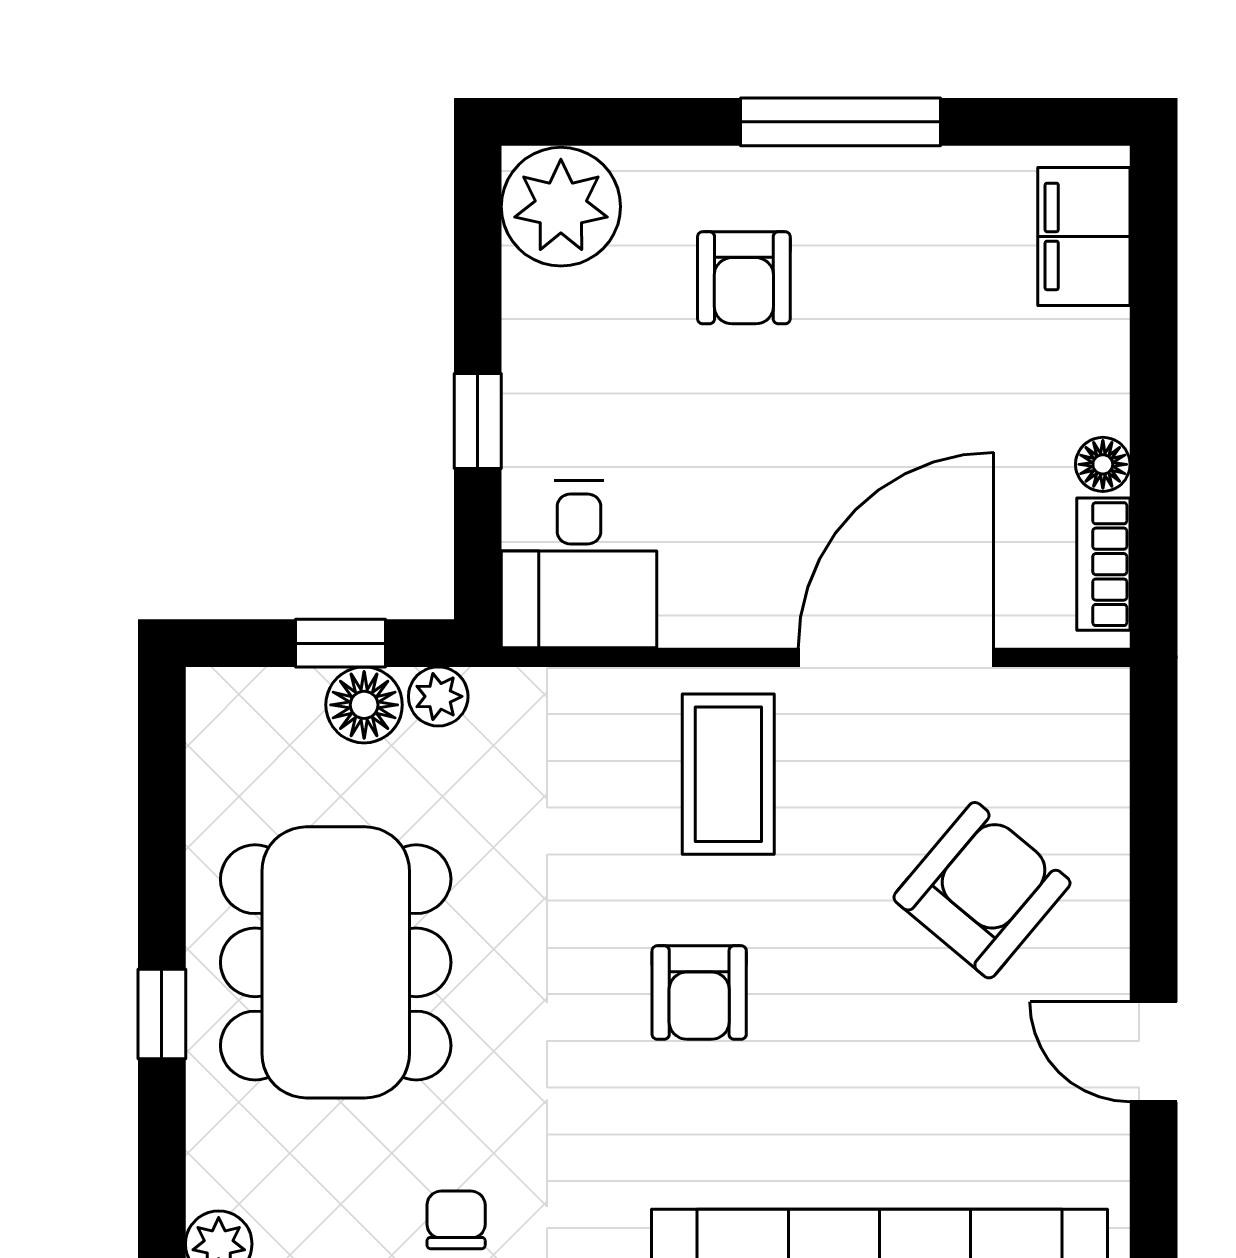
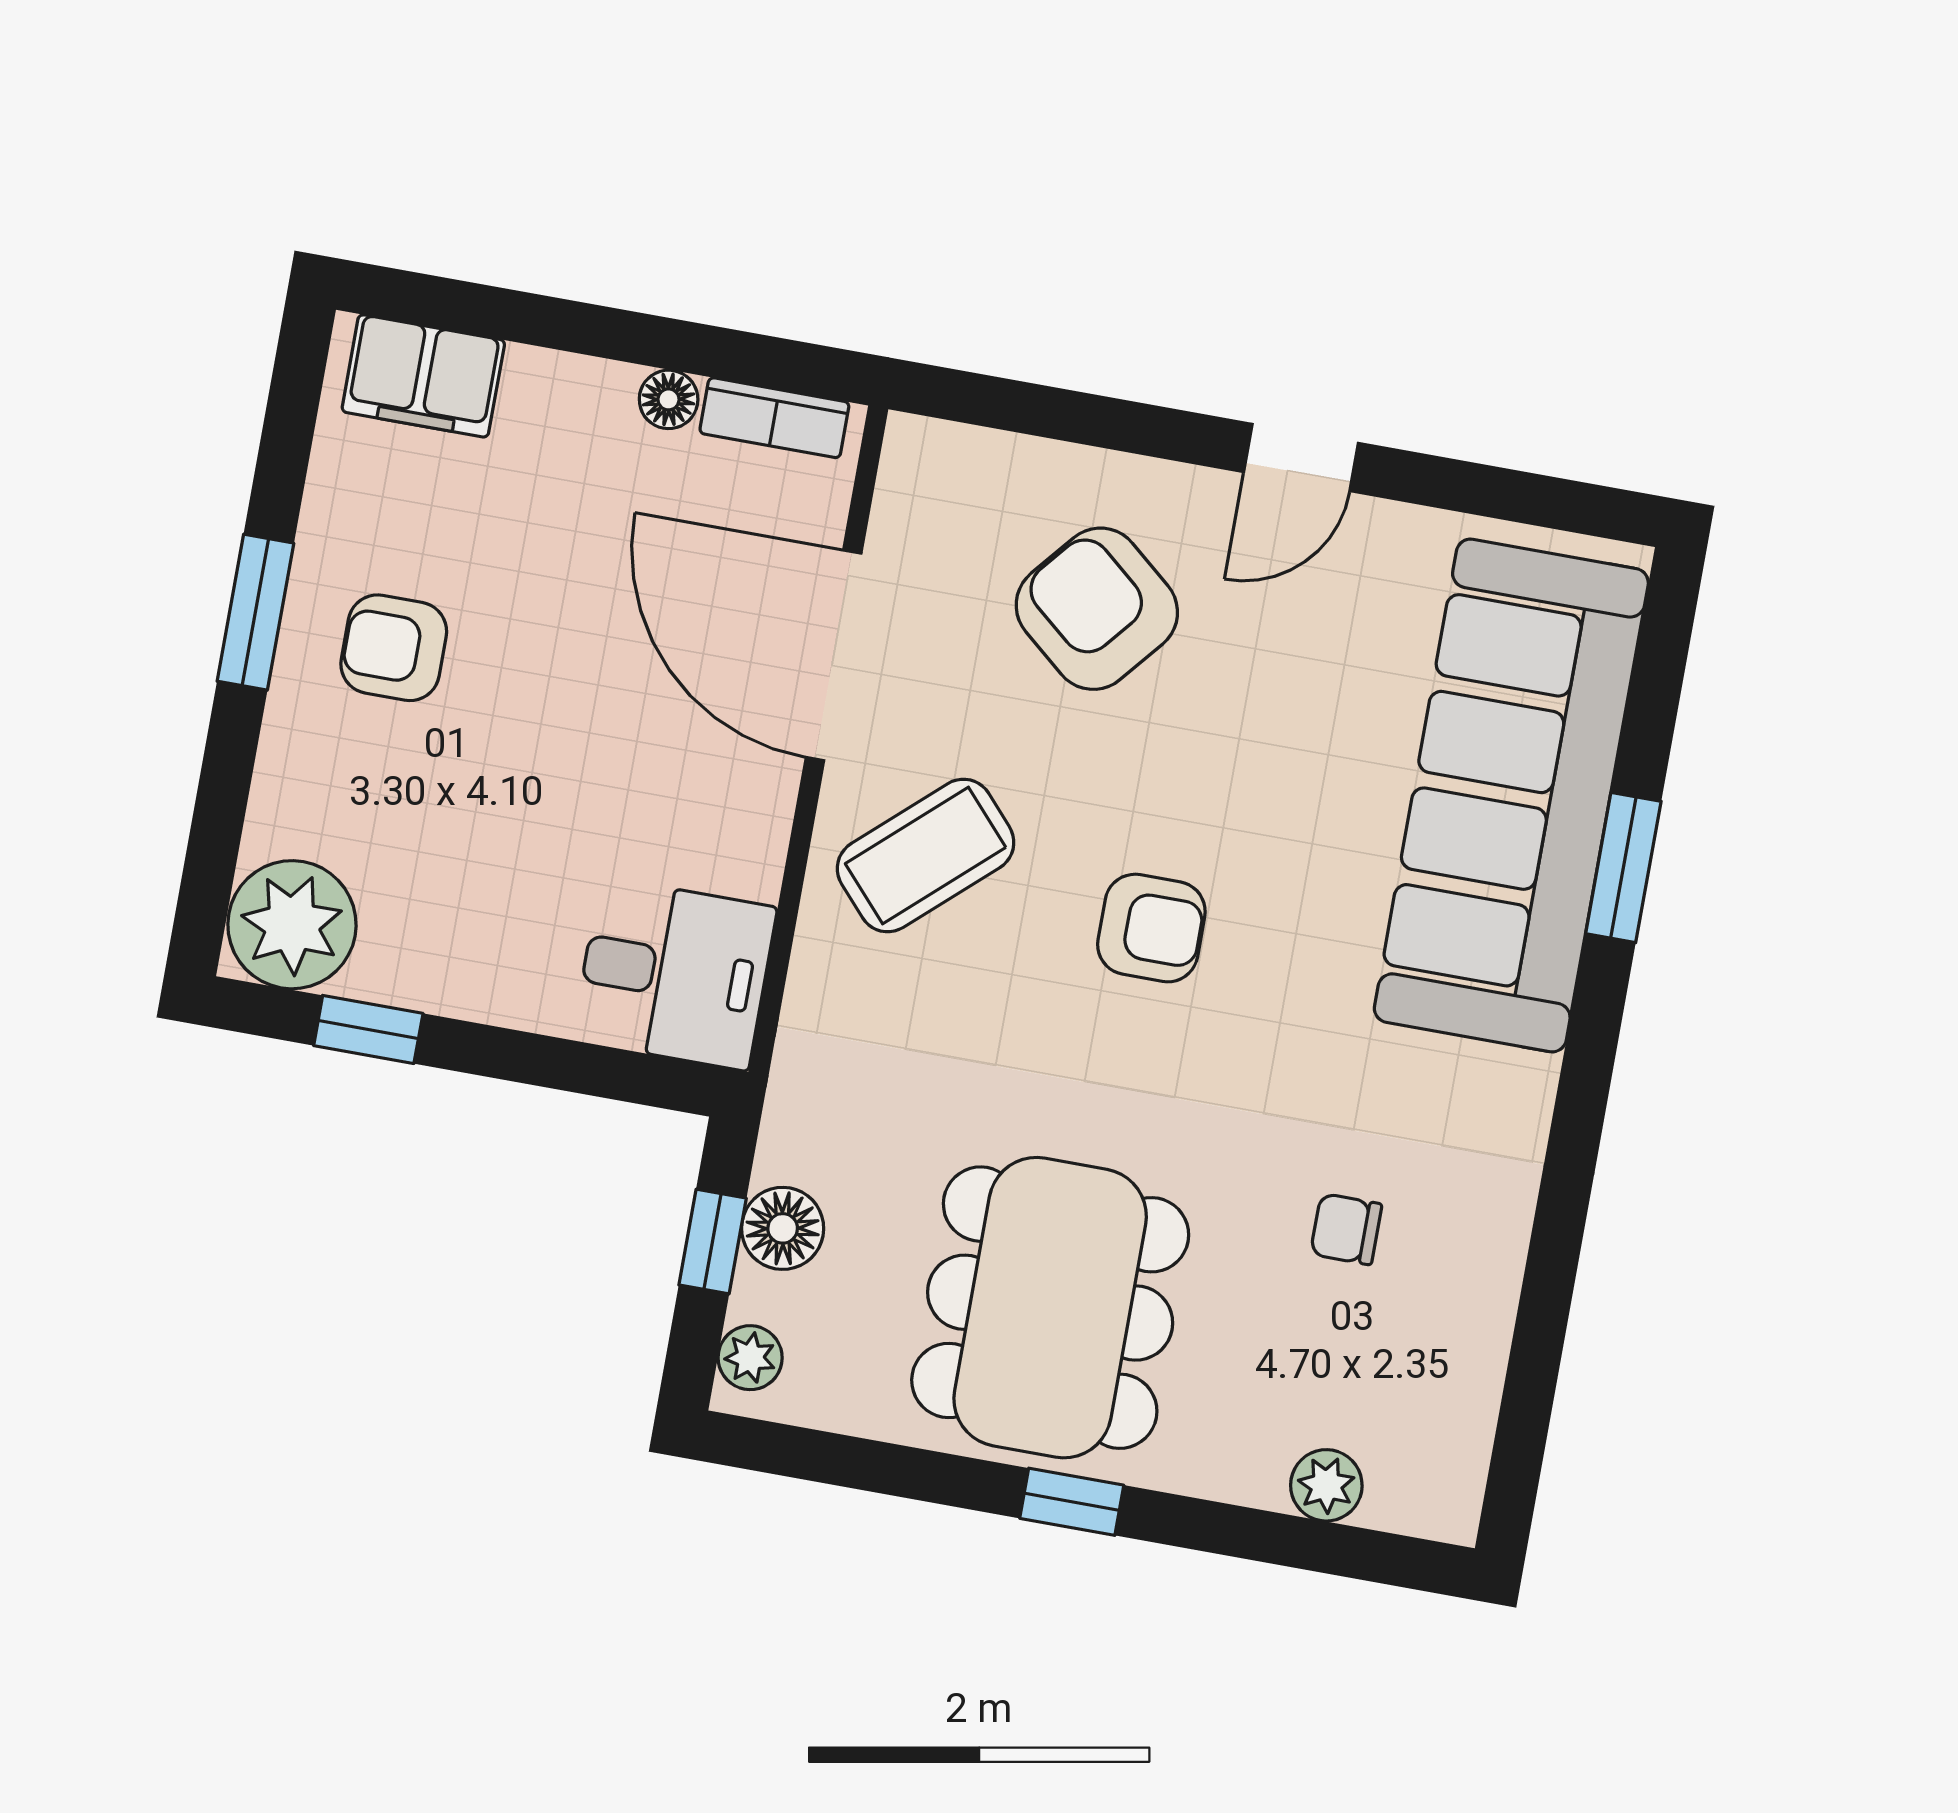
window: (840, 122) -> (255, 612), width x0.69
armchair: (744, 278) -> (394, 648), moved, turned 180
window: (478, 421) -> (368, 1029), moved
plant: (438, 696) -> (750, 1358), moved
coffee table: (728, 774) -> (926, 855), turned -42
dining table: (336, 962) -> (1050, 1308), turned 90

